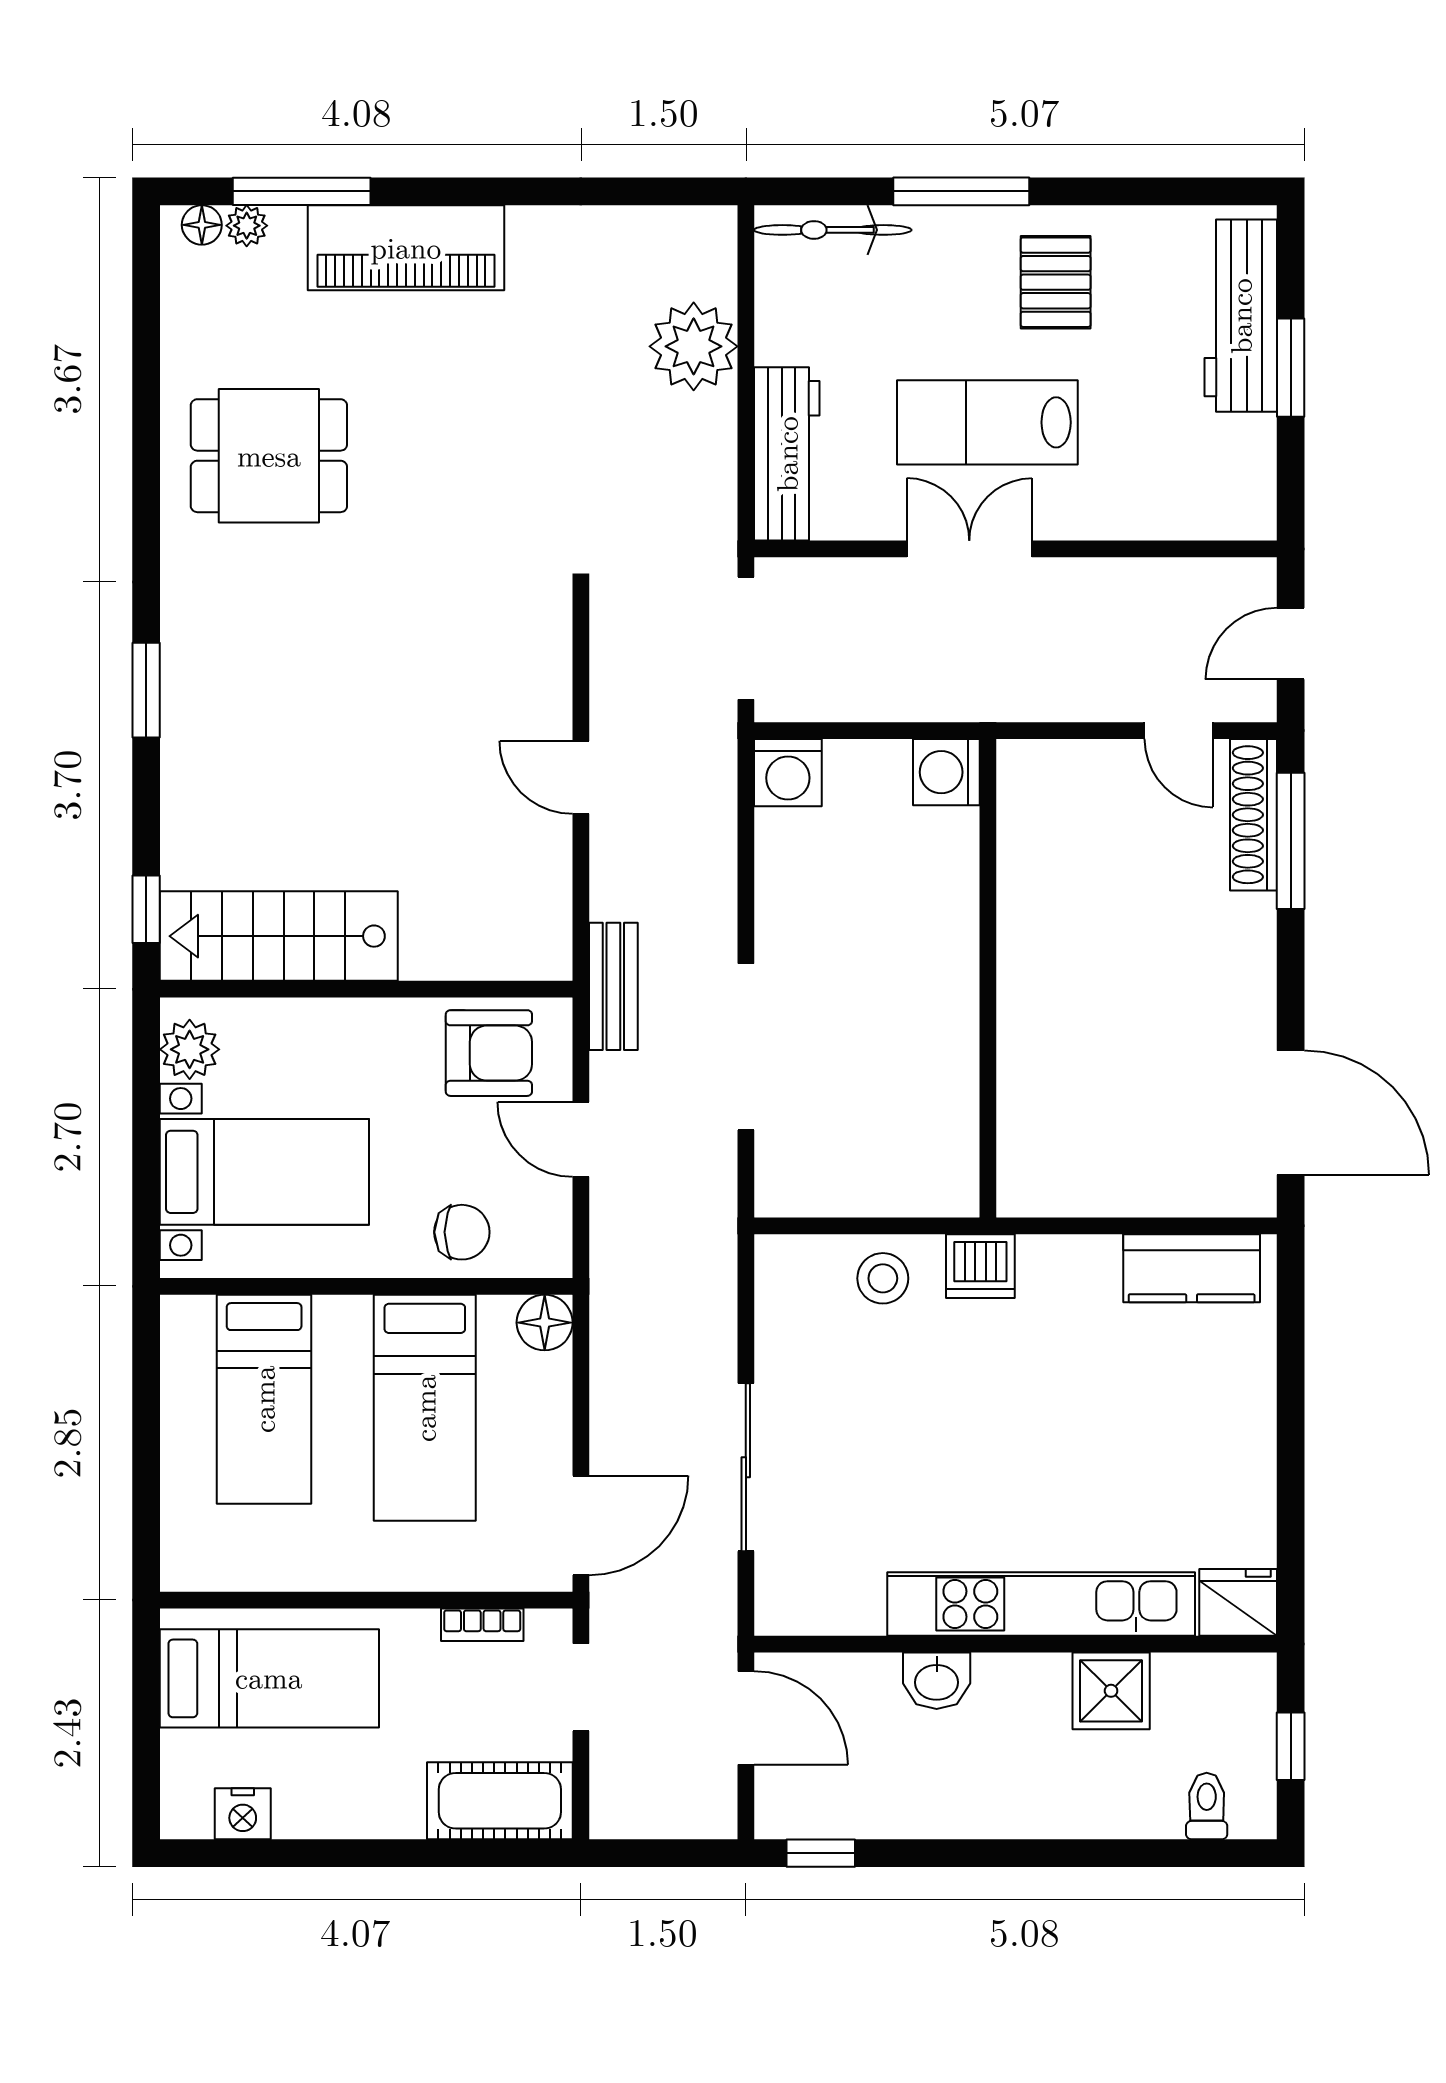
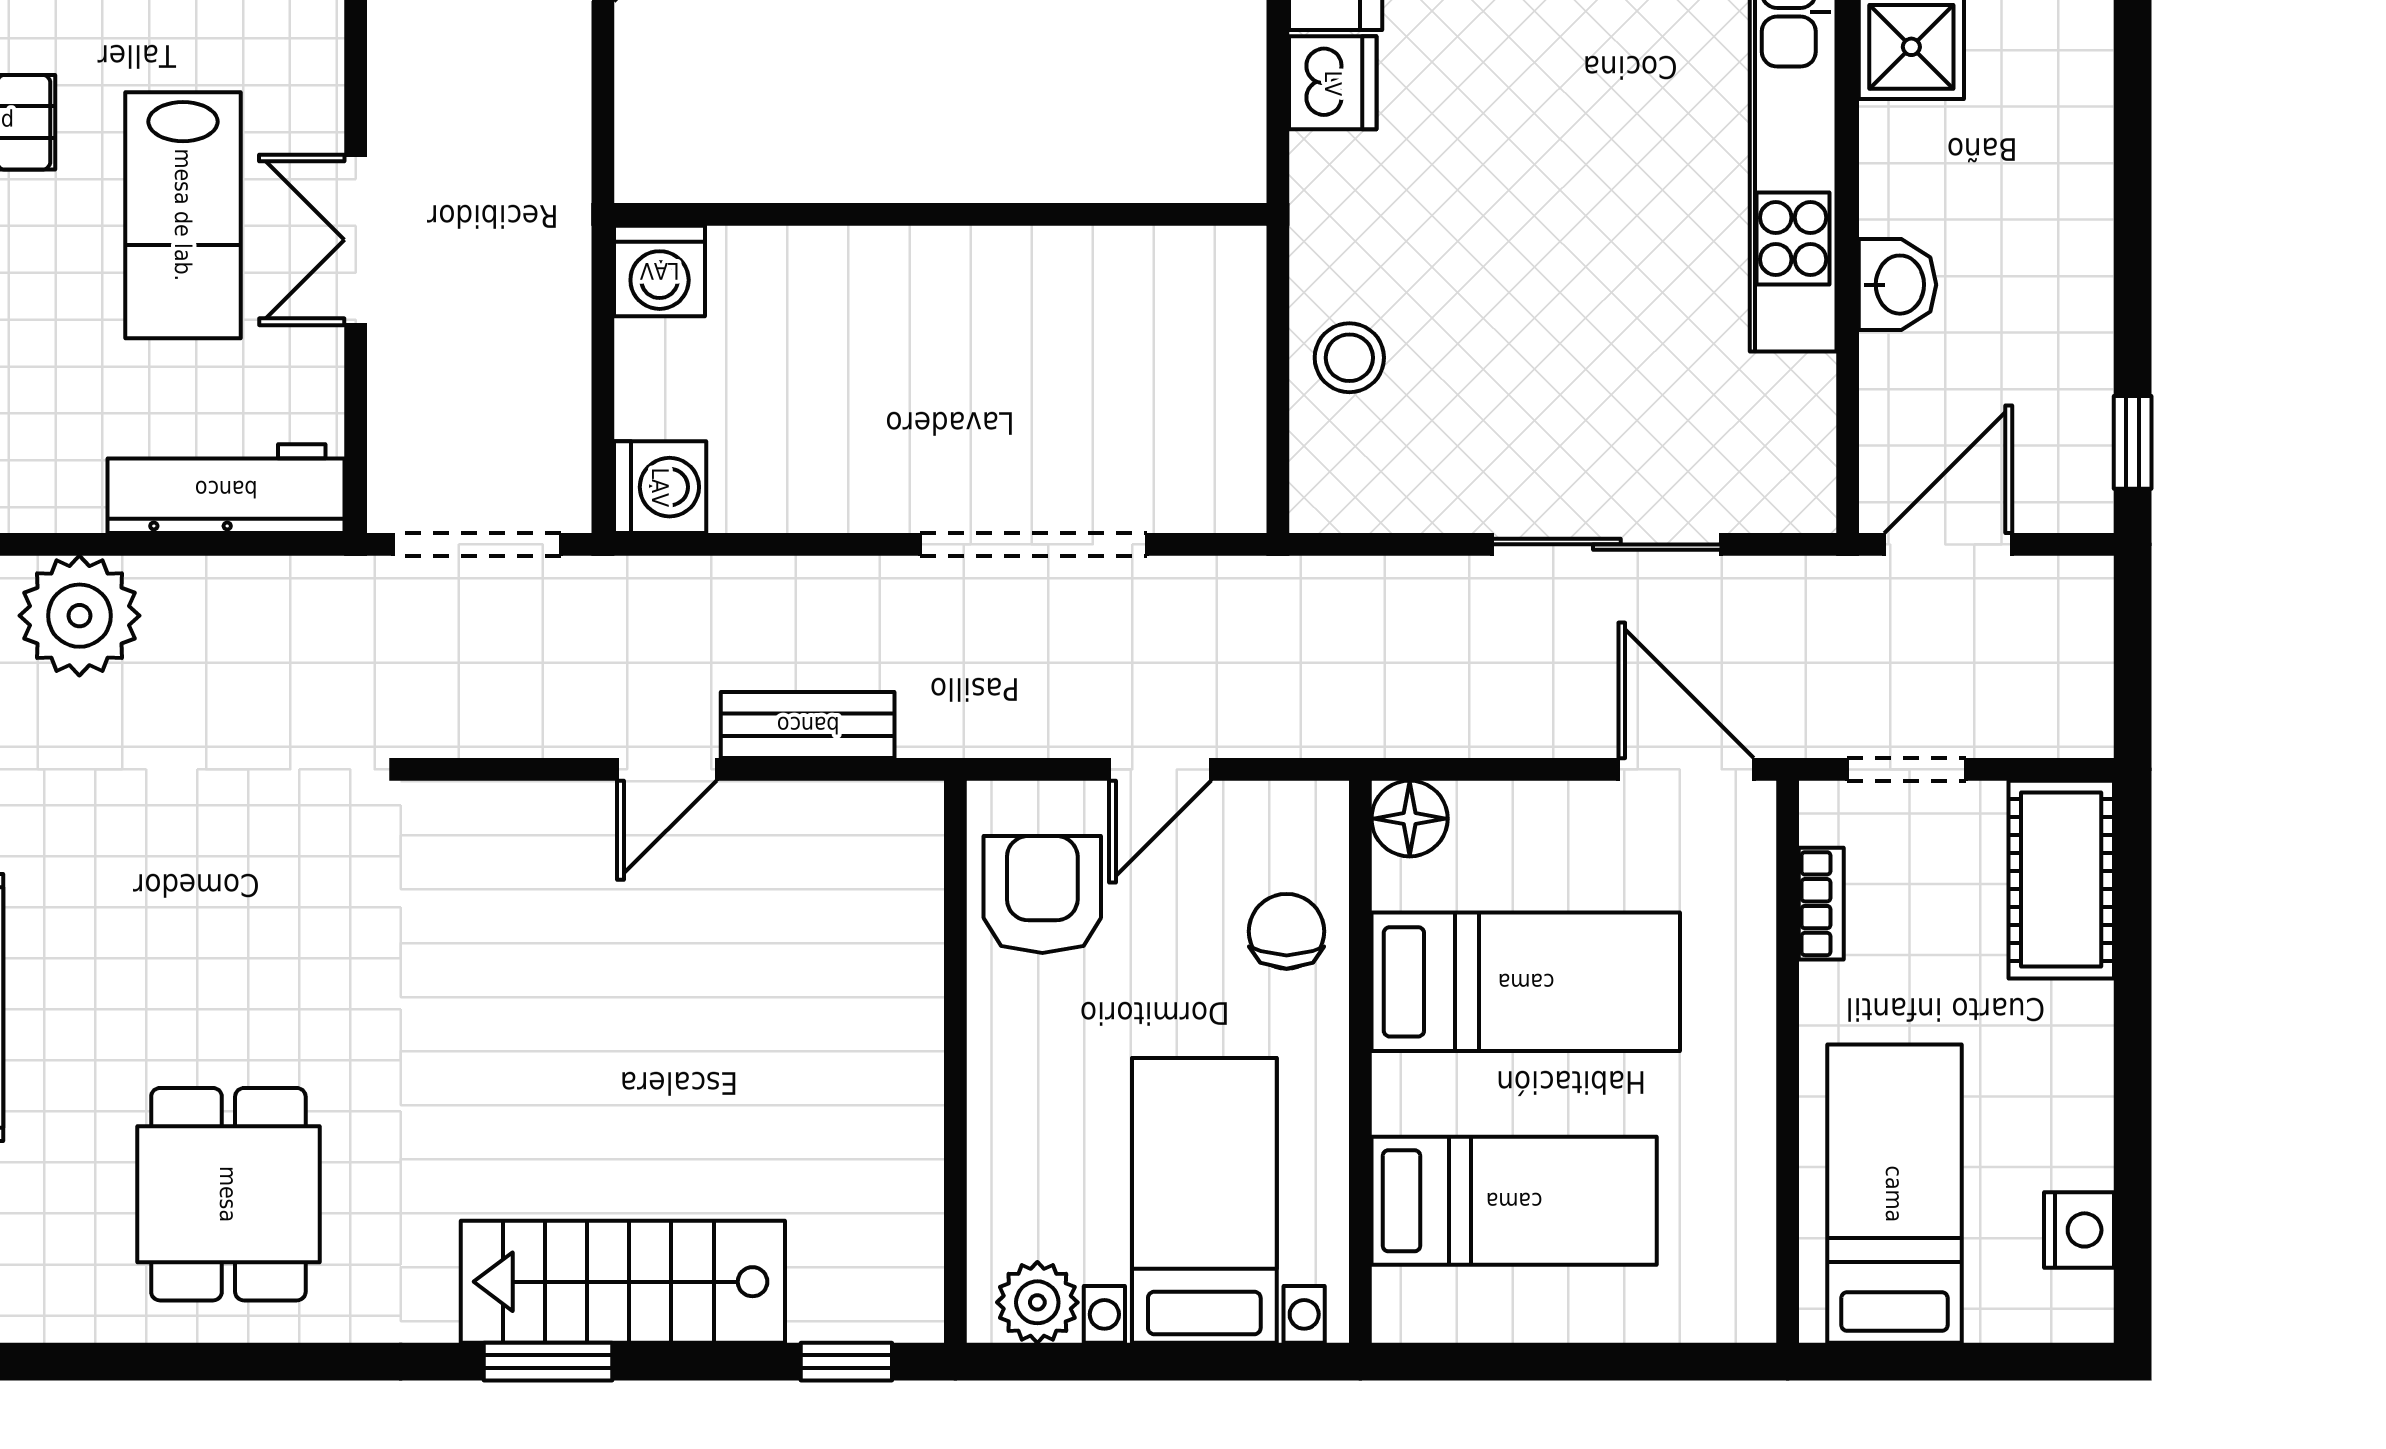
stairs: (279, 936) -> (623, 1282), moved, turned 90
bench: (613, 986) -> (808, 725), moved
dishwasher: (980, 1266) -> (1333, 83), moved

